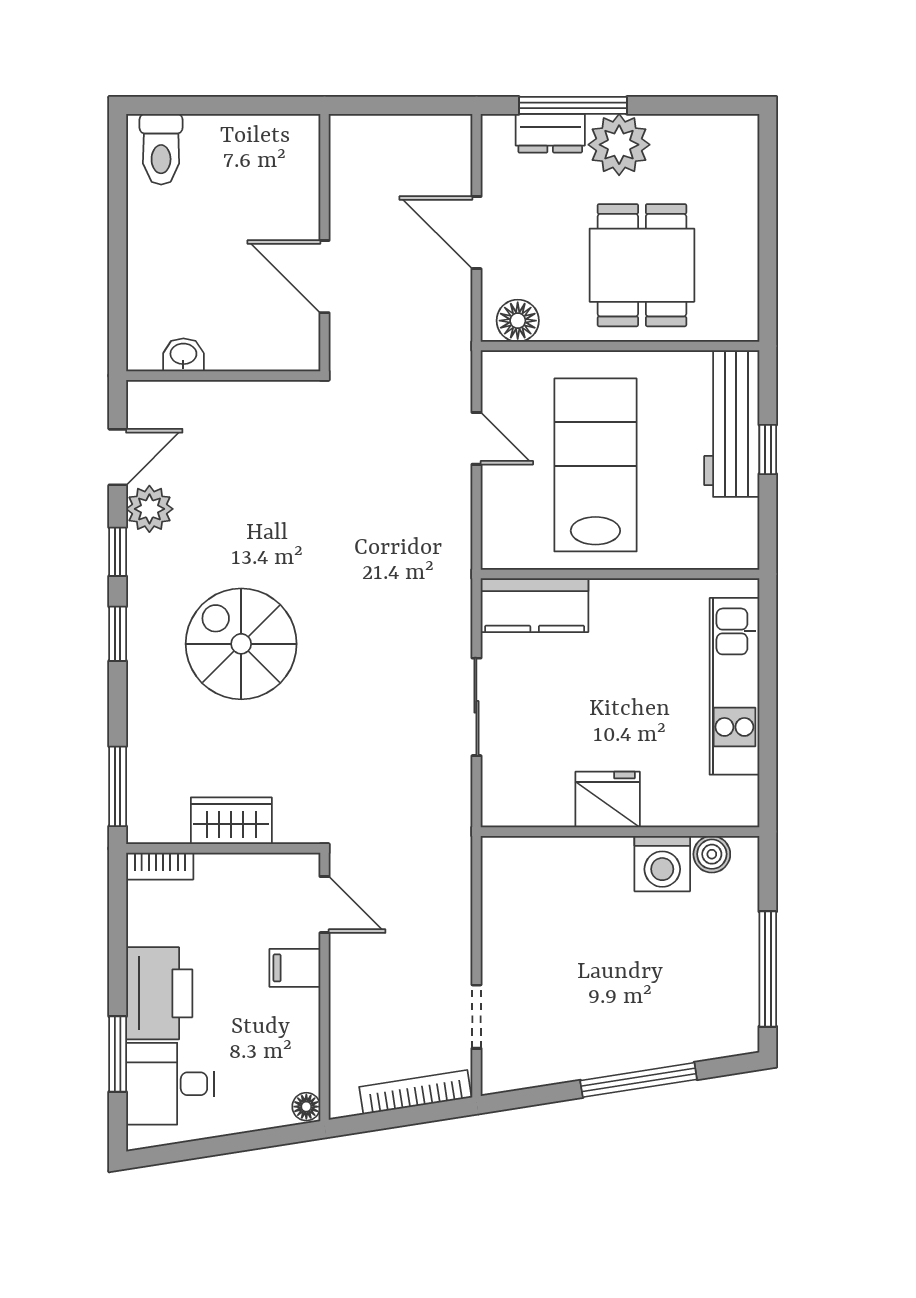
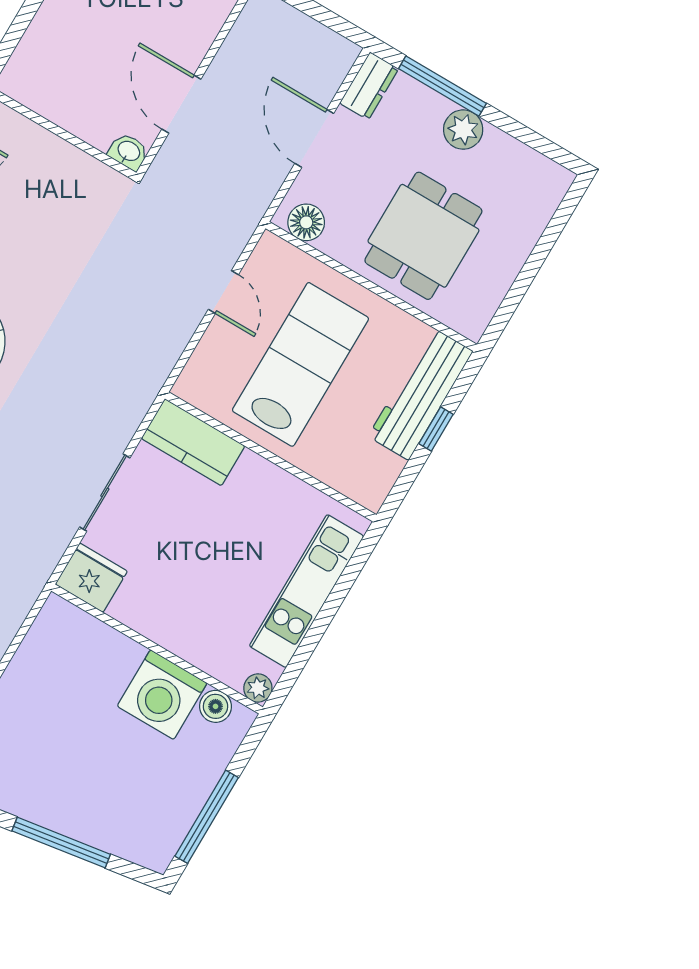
dresser: (550, 133) -> (369, 86), moved, turned -90
plant: (619, 145) -> (463, 130), width x0.73, depth x0.73
washbasin: (183, 355) -> (128, 152), moved
fridge: (608, 799) -> (91, 578), moved
plant: (743, 811) -> (258, 688), added
washing machine: (662, 864) -> (162, 695), width x1.37, depth x1.37

